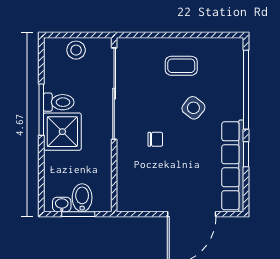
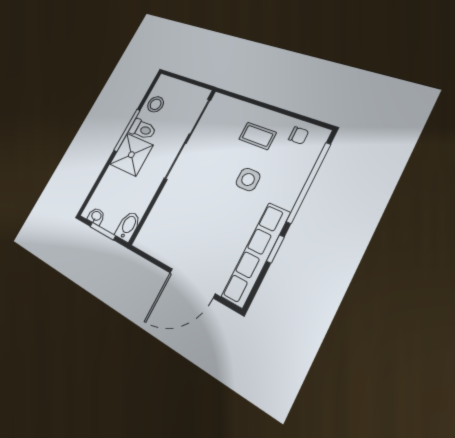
stool: (76, 50) -> (156, 104), moved
side table: (193, 108) -> (248, 179), turned -38
chair: (155, 139) -> (299, 135), moved
bidet: (82, 198) -> (128, 226), moved

